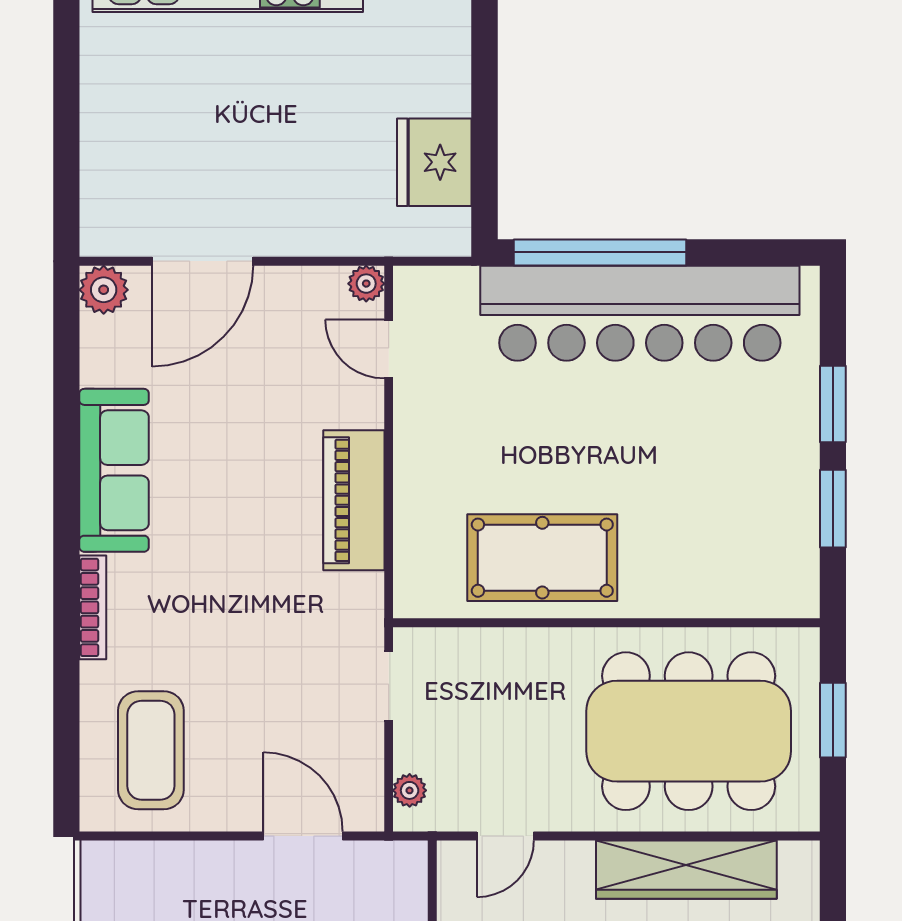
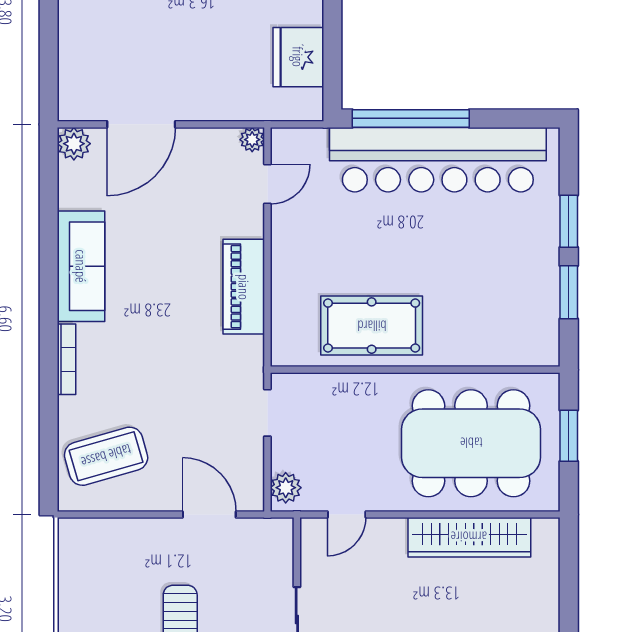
door: (389, 349) -> (267, 184), swing flipped
coffee table: (151, 750) -> (106, 456), turned 74
plant: (410, 790) -> (286, 488), width x1.38, depth x1.38

